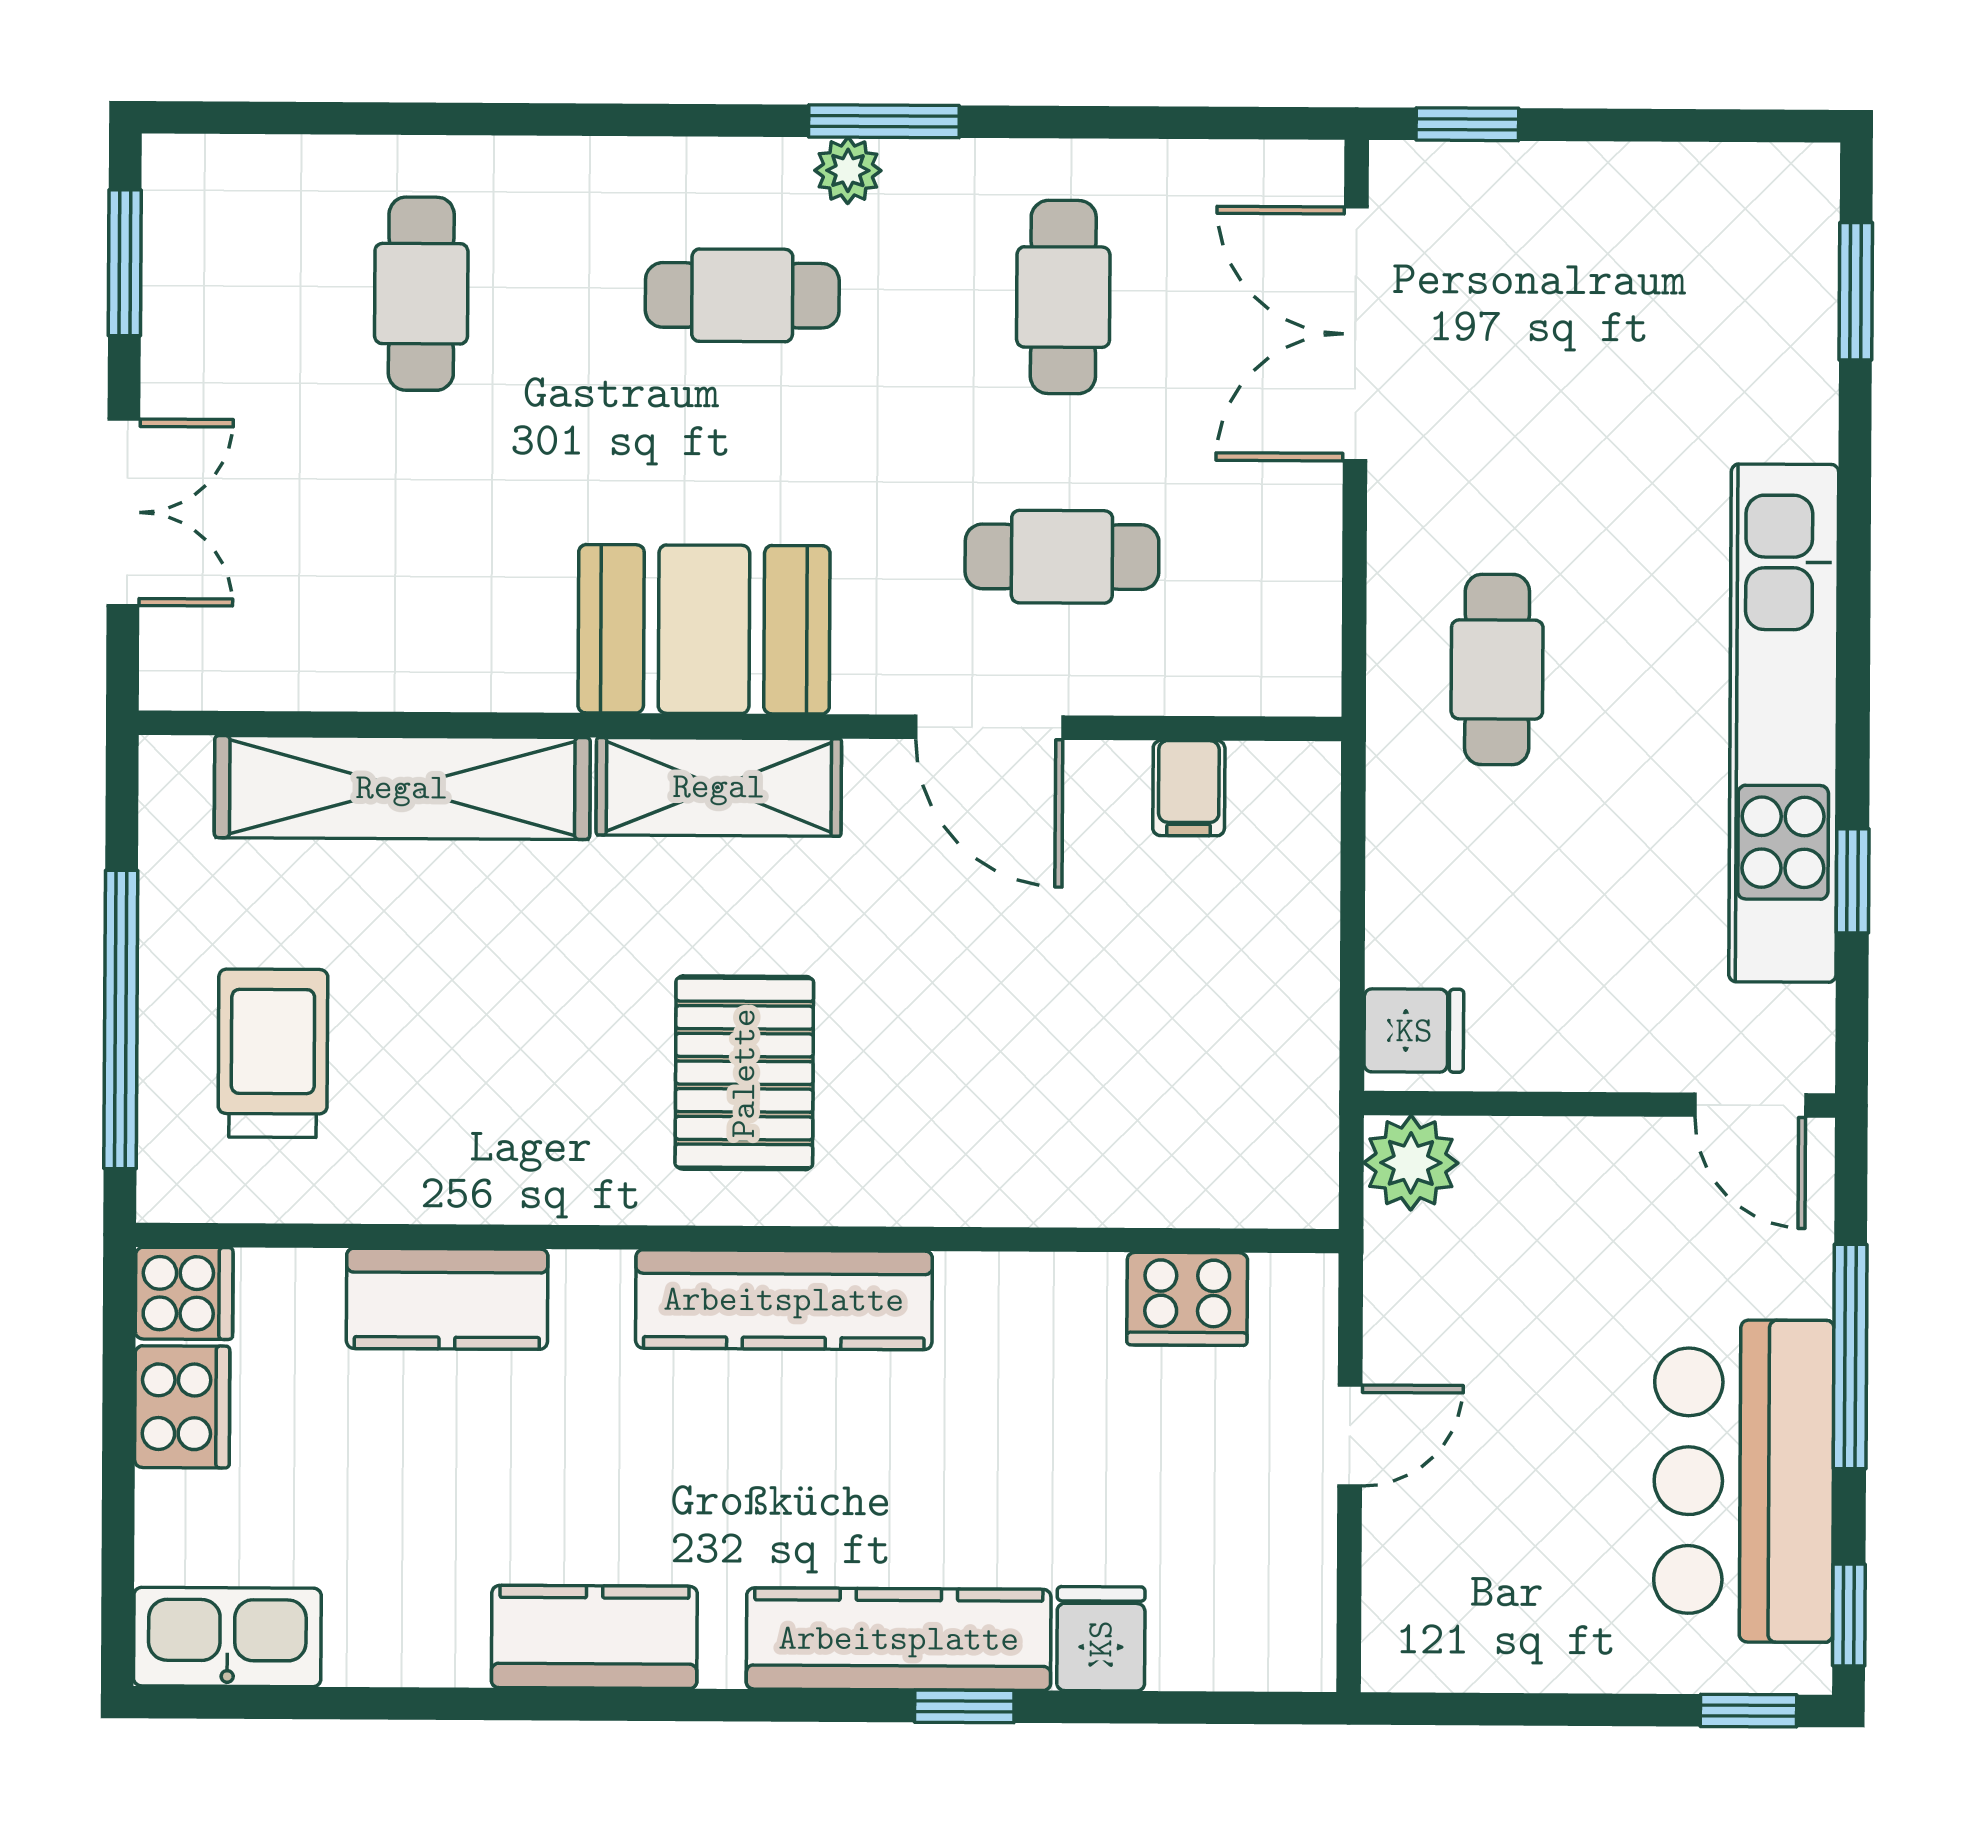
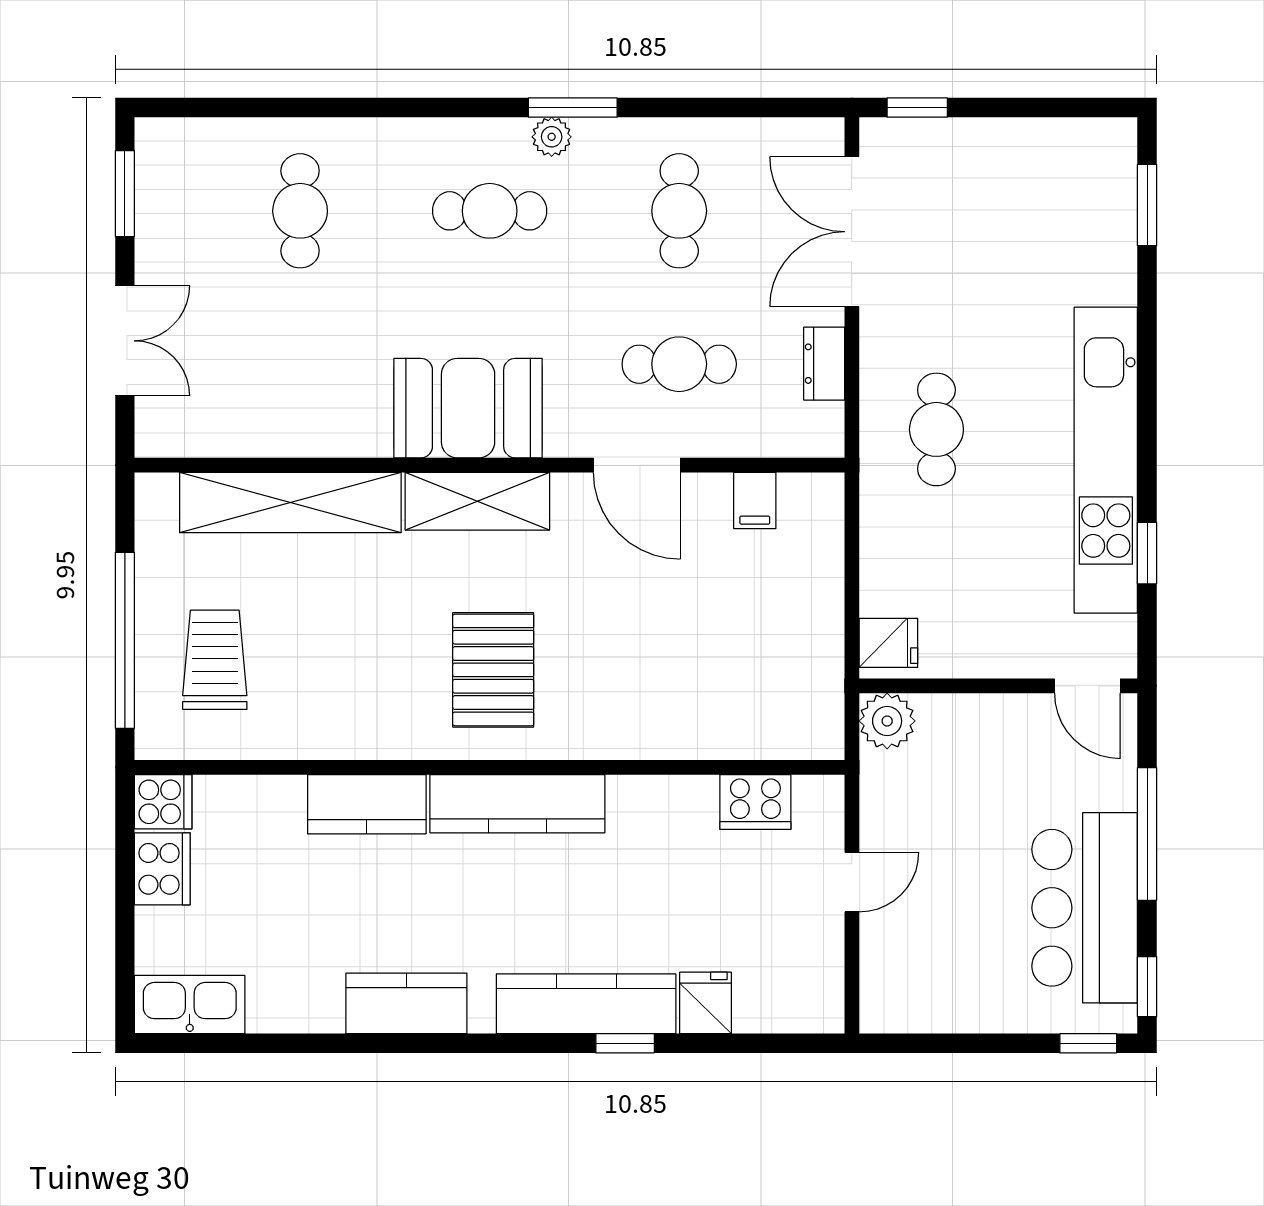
dresser: (1308, 557) -> (824, 364), added
kitchen counter: (447, 1299) -> (367, 804), moved

